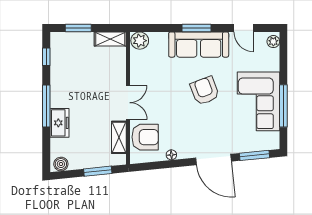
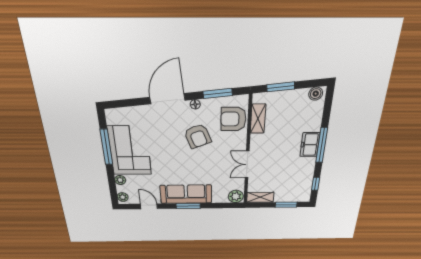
plant: (273, 65) -> (120, 180), added
armchair: (205, 91) -> (198, 136), moved
double door: (128, 103) -> (247, 165), moved
freezer: (60, 123) -> (310, 145), moved
floor lamp: (171, 155) -> (195, 104), moved
window: (255, 155) -> (218, 93), moved
door: (214, 160) -> (167, 99), hinge flipped

